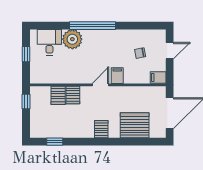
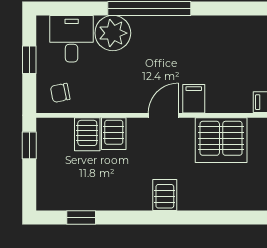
chair: (140, 53) -> (60, 93), moved
server rack: (135, 125) -> (221, 140), moved, turned 180

